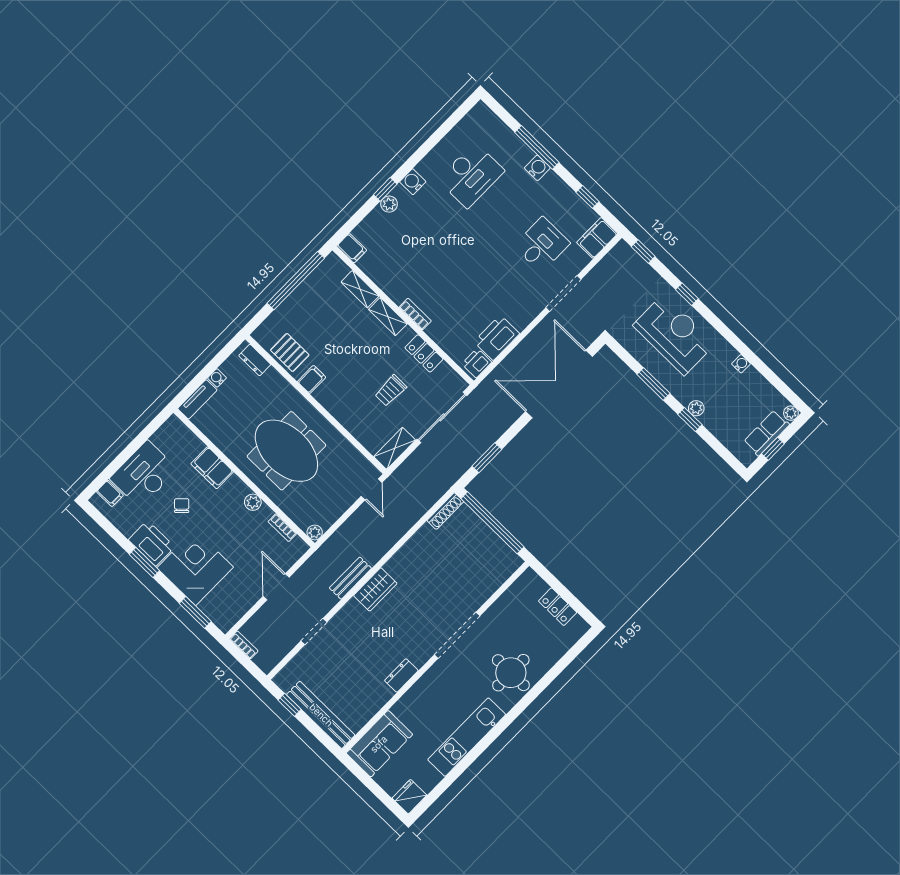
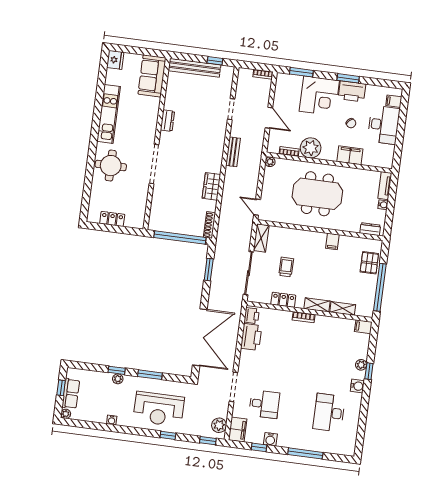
water cooler: (537, 168) -> (270, 439), moved
desk: (542, 245) -> (264, 404), turned -90
plant: (616, 260) -> (219, 425), added
pallet: (290, 352) -> (369, 263), moved, turned 90
plant: (253, 502) -> (311, 148), width x1.87, depth x1.87
wardrobe: (375, 589) -> (211, 186), moved

